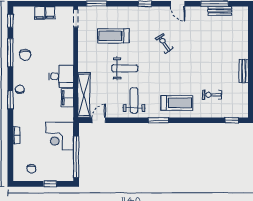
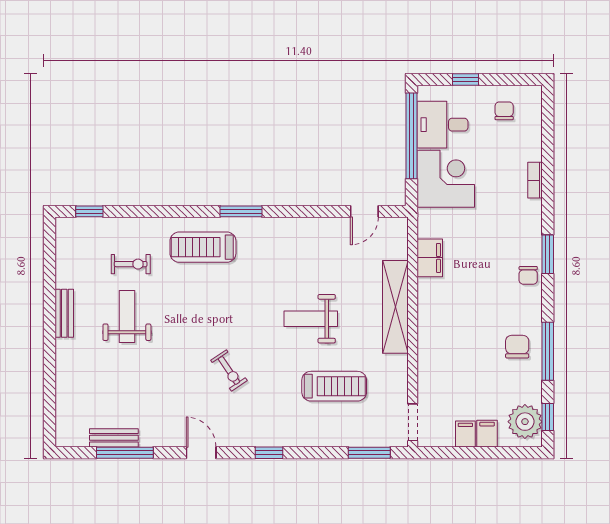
plant: (21, 19) -> (525, 422), added
desk: (61, 76) -> (442, 125), moved
shelving: (84, 95) -> (395, 307), moved
weight bench: (134, 100) -> (127, 317), moved, turned 180

